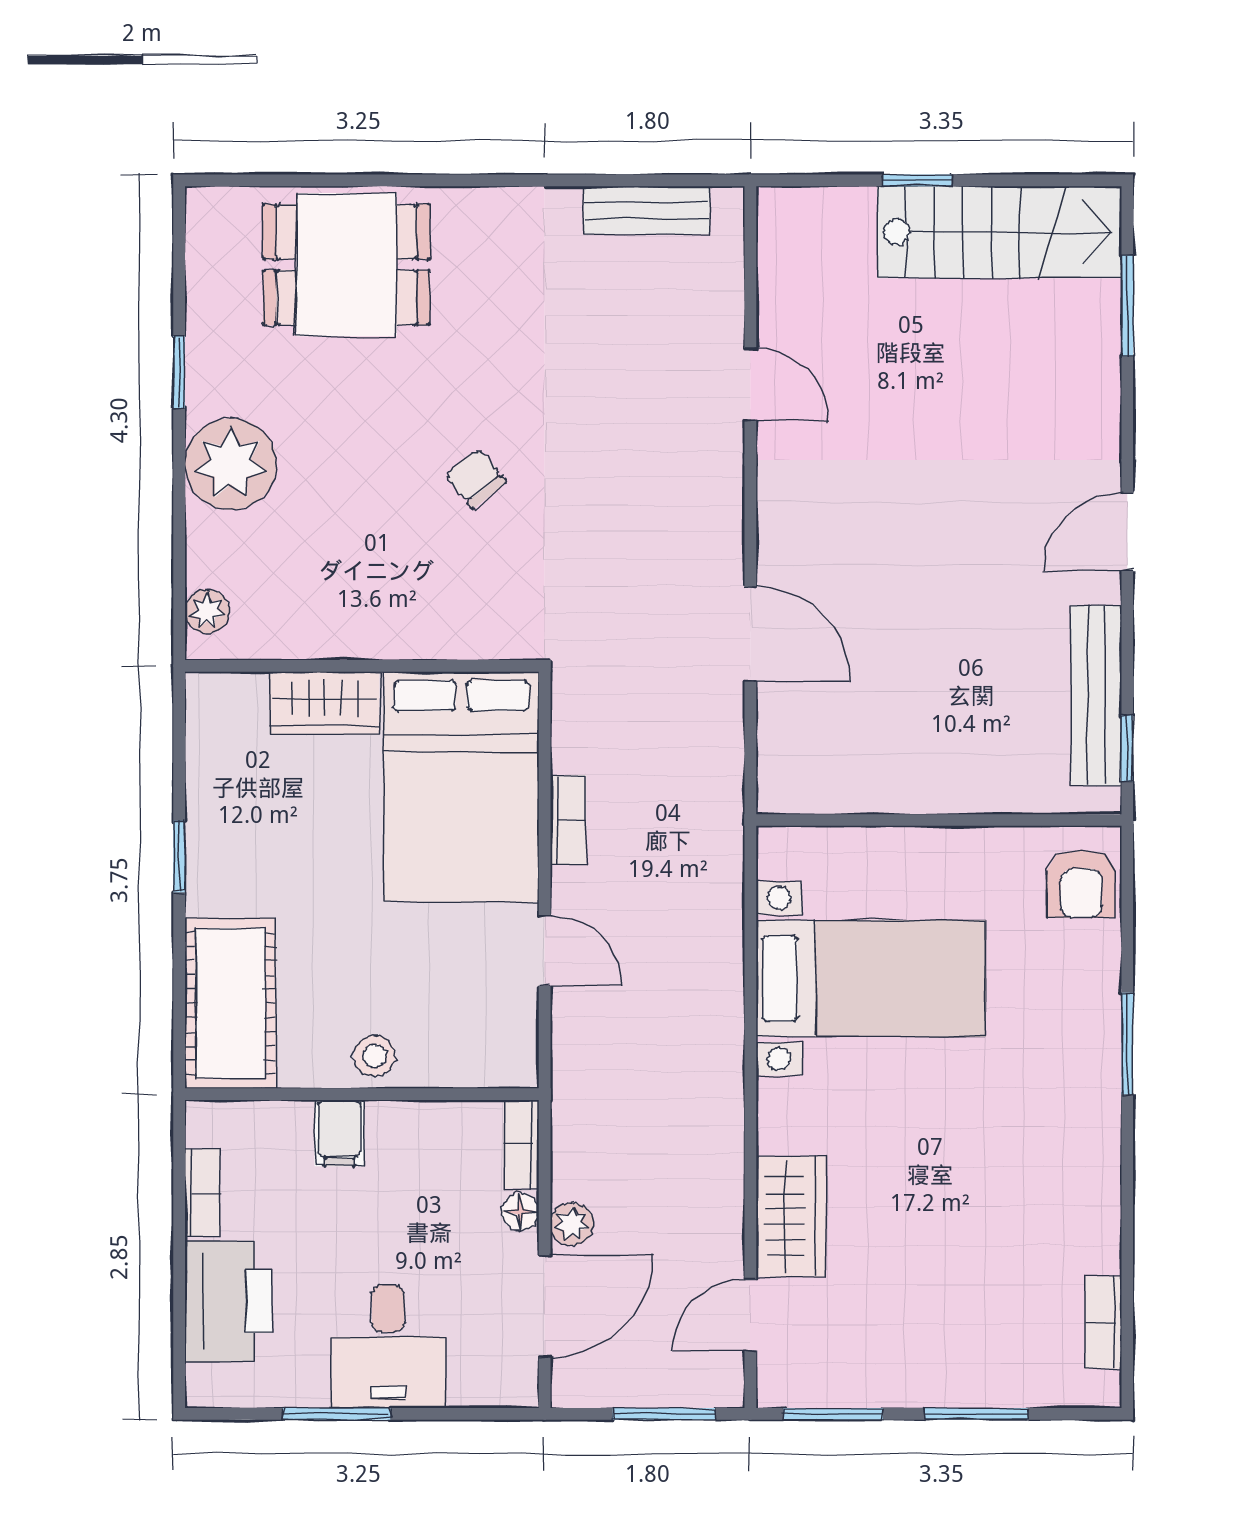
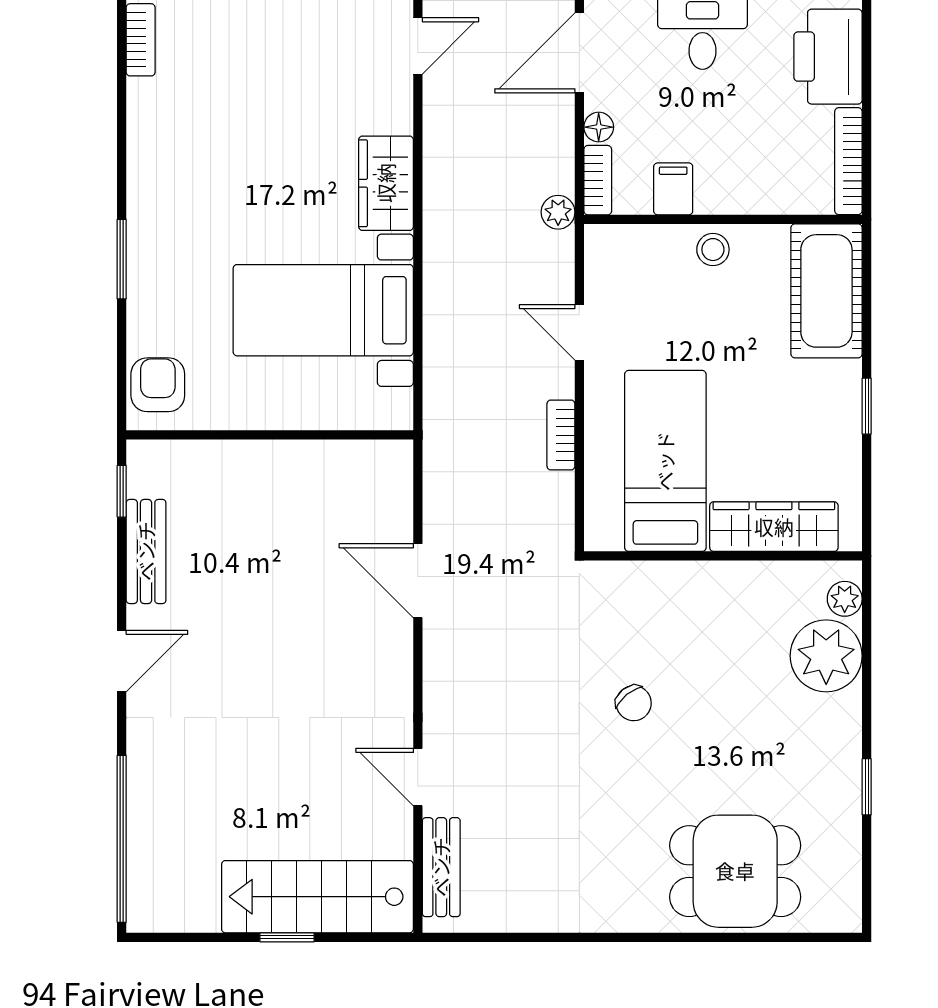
bench: (647, 210) -> (441, 867), moved, turned 90
stairs: (999, 232) -> (317, 897), moved
window: (1127, 306) -> (122, 839), width x2.11
plant: (231, 464) -> (826, 656), moved
bench: (1096, 696) -> (146, 551), width x0.73
wardrobe: (324, 703) -> (774, 527), width x1.50
bed: (461, 787) -> (665, 461), width x0.67
filing cabinet: (339, 1133) -> (673, 189), moved
bookcase: (202, 1193) -> (848, 161), width x1.56
wardrobe: (791, 1216) -> (386, 183), moved
plant: (572, 1224) -> (558, 212), moved

